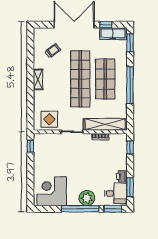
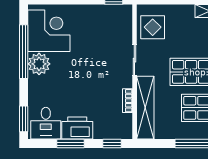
printer: (122, 177) -> (77, 128), width x1.87, depth x1.48
window: (130, 187) -> (71, 144), moved
plant: (87, 198) -> (39, 64), moved
window: (80, 209) -> (24, 52), moved

